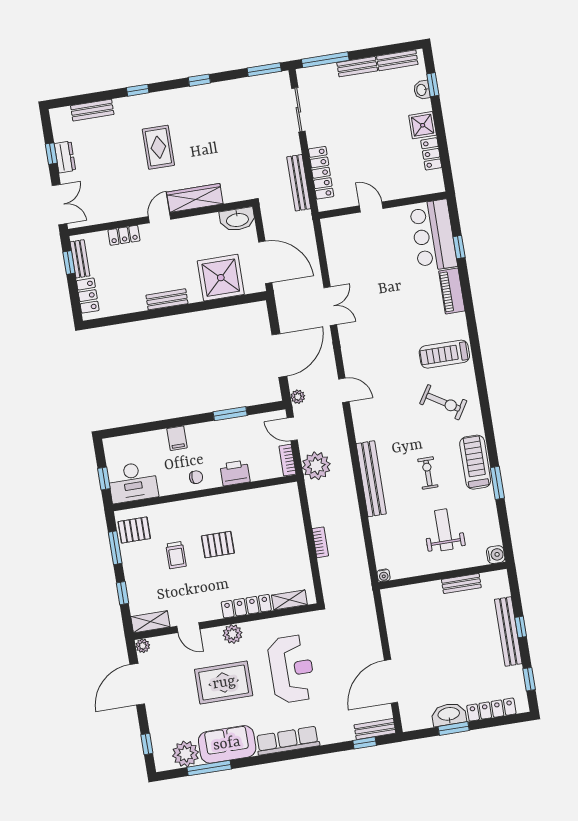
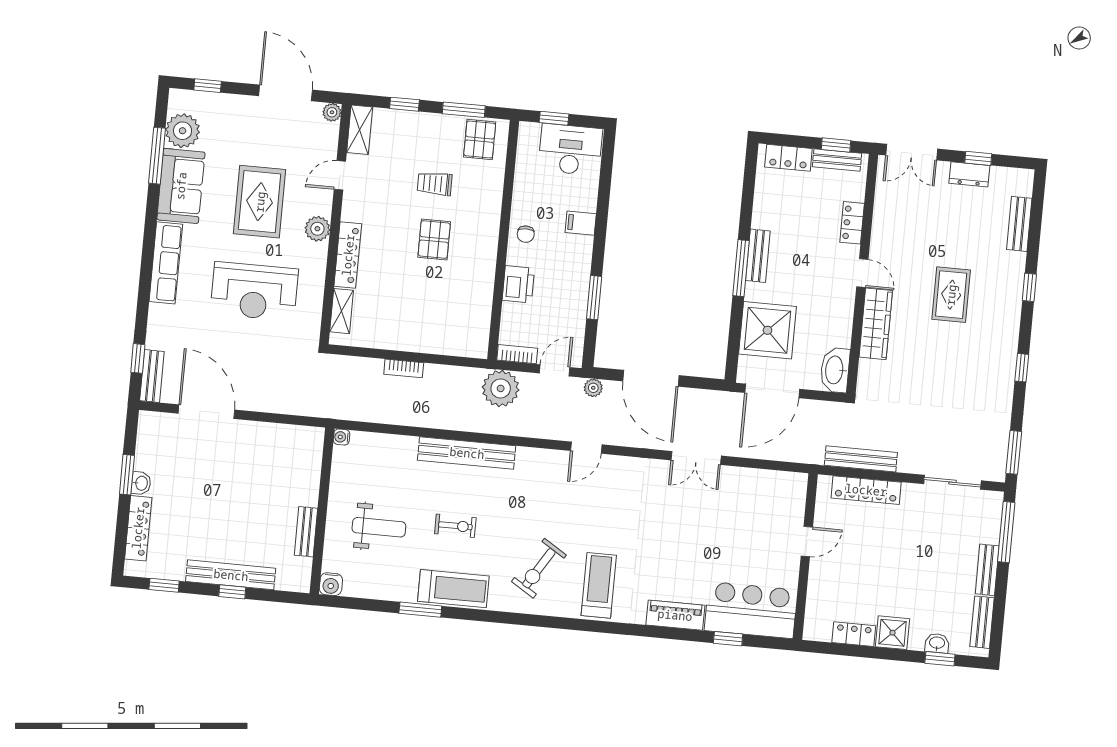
rug: (158, 147) -> (951, 295), turned 90
window: (180, 310) -> (741, 268), added
desk: (133, 482) -> (570, 150), moved, turned 90
washbasin: (449, 714) -> (141, 483), width x0.52, depth x0.69

